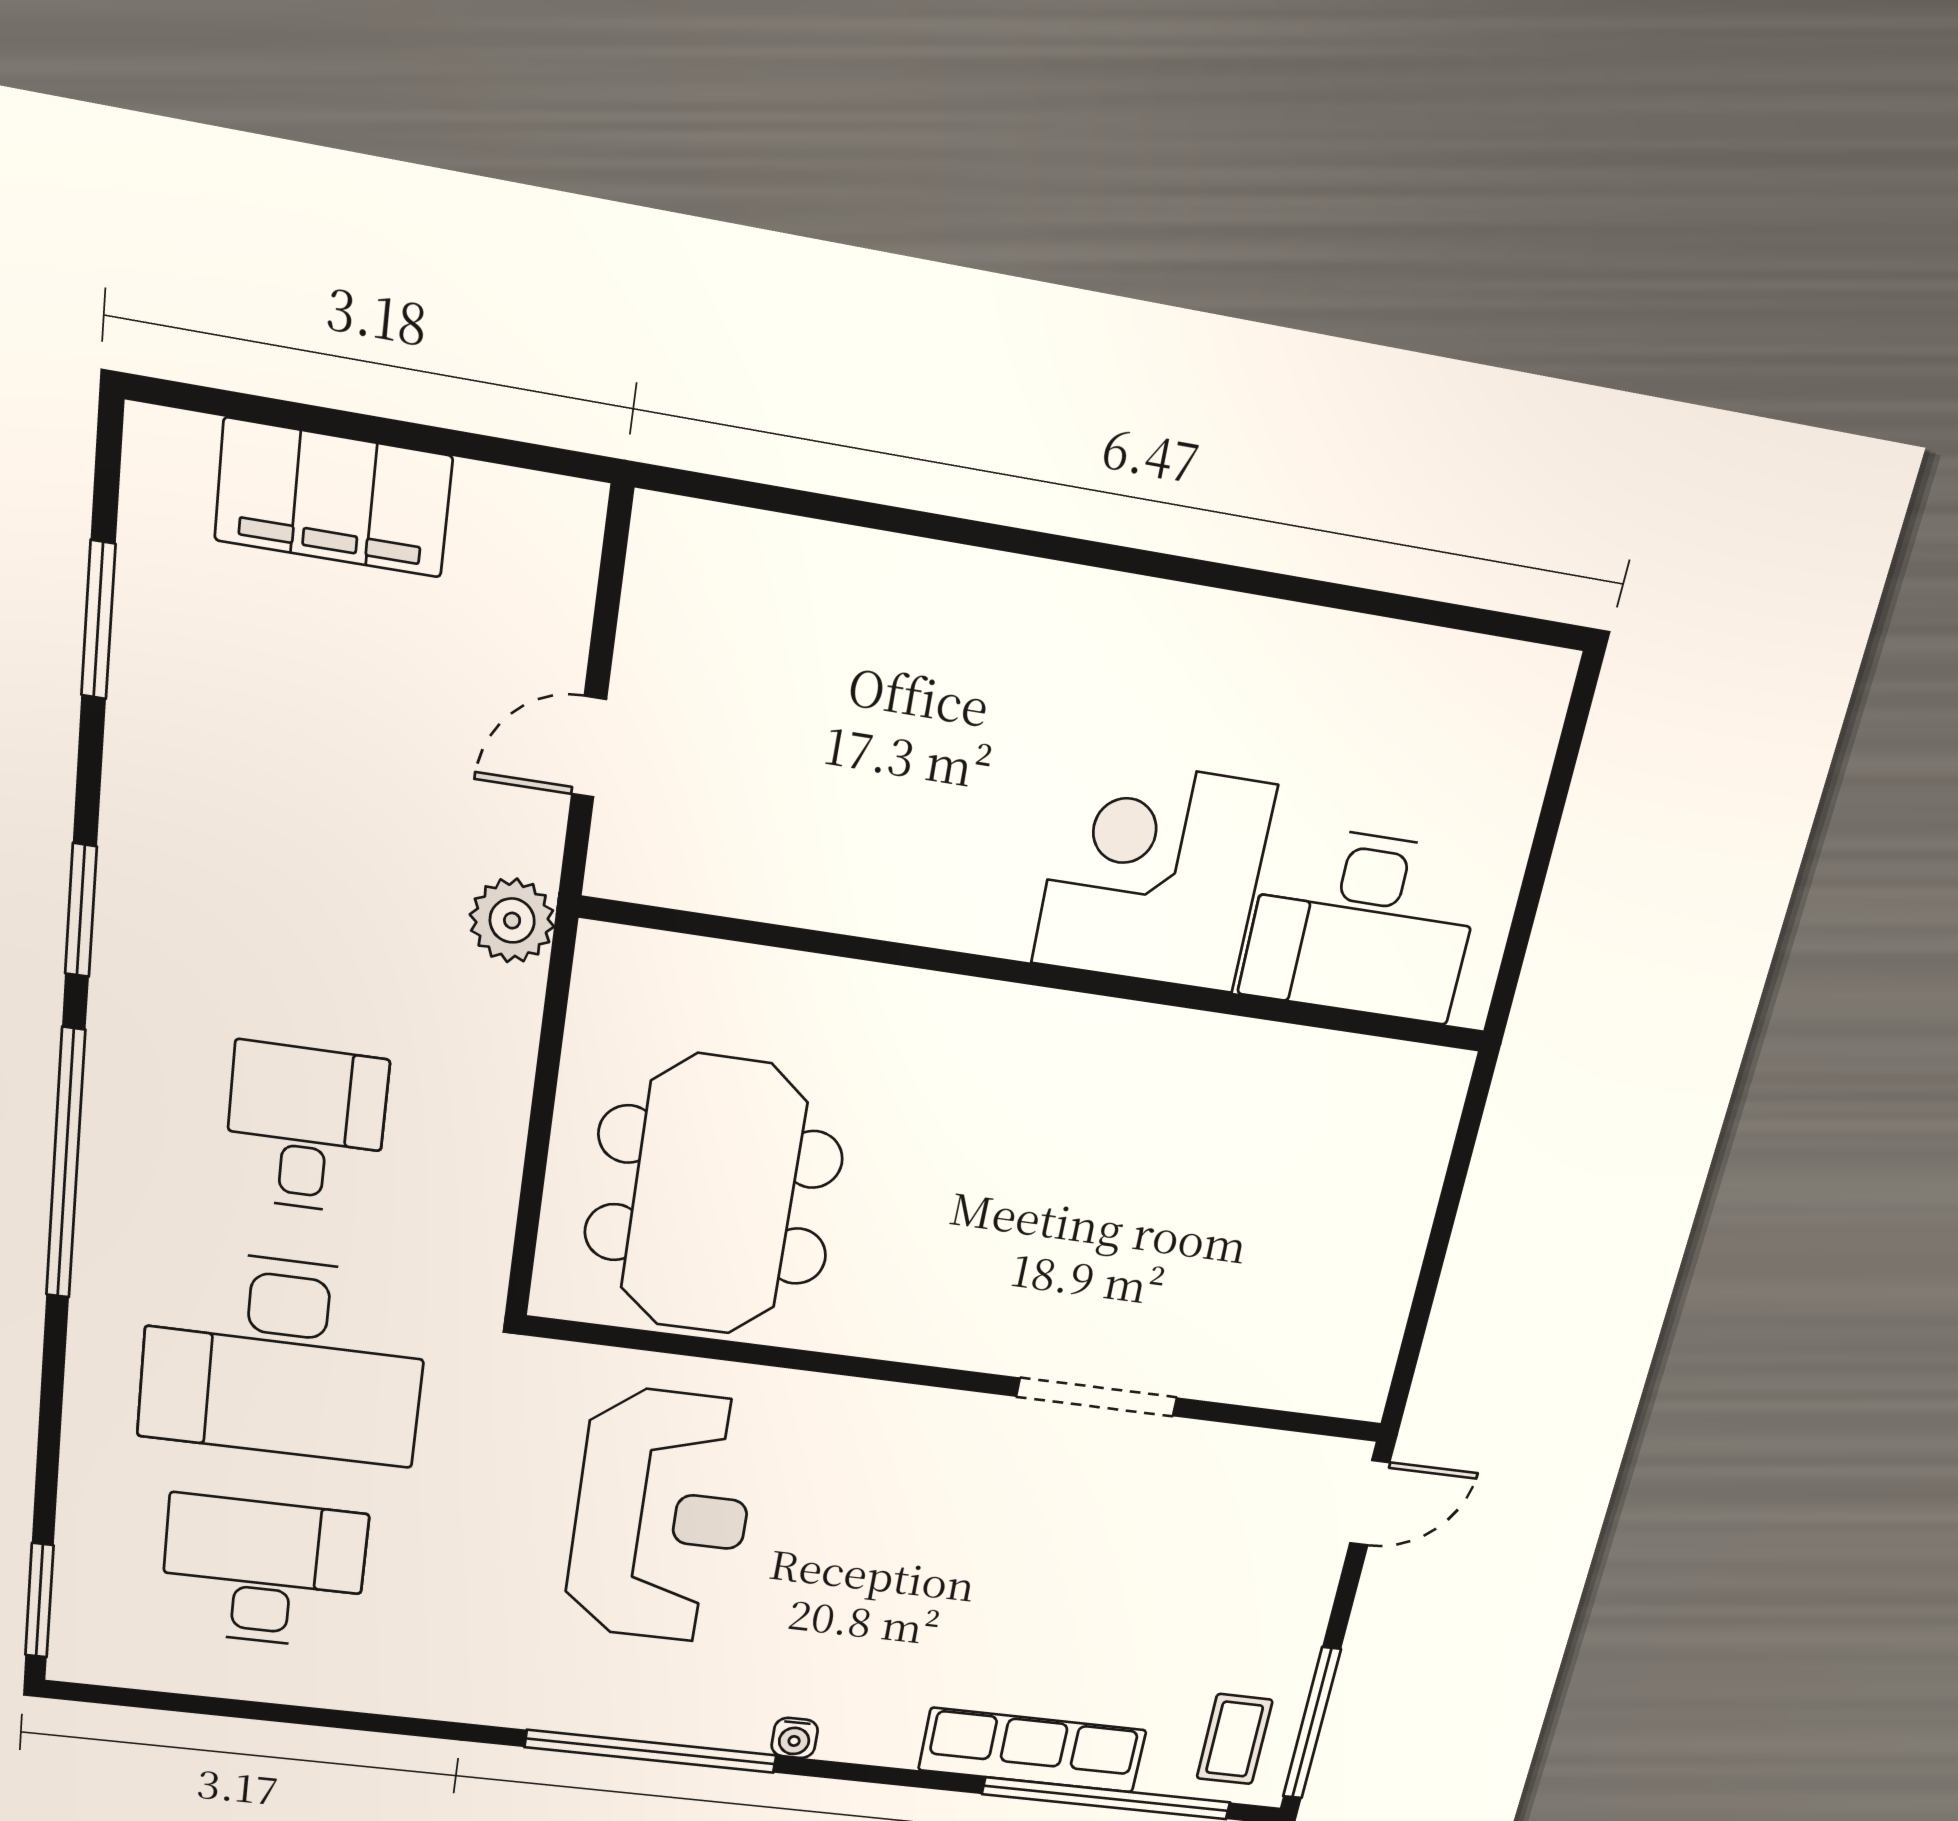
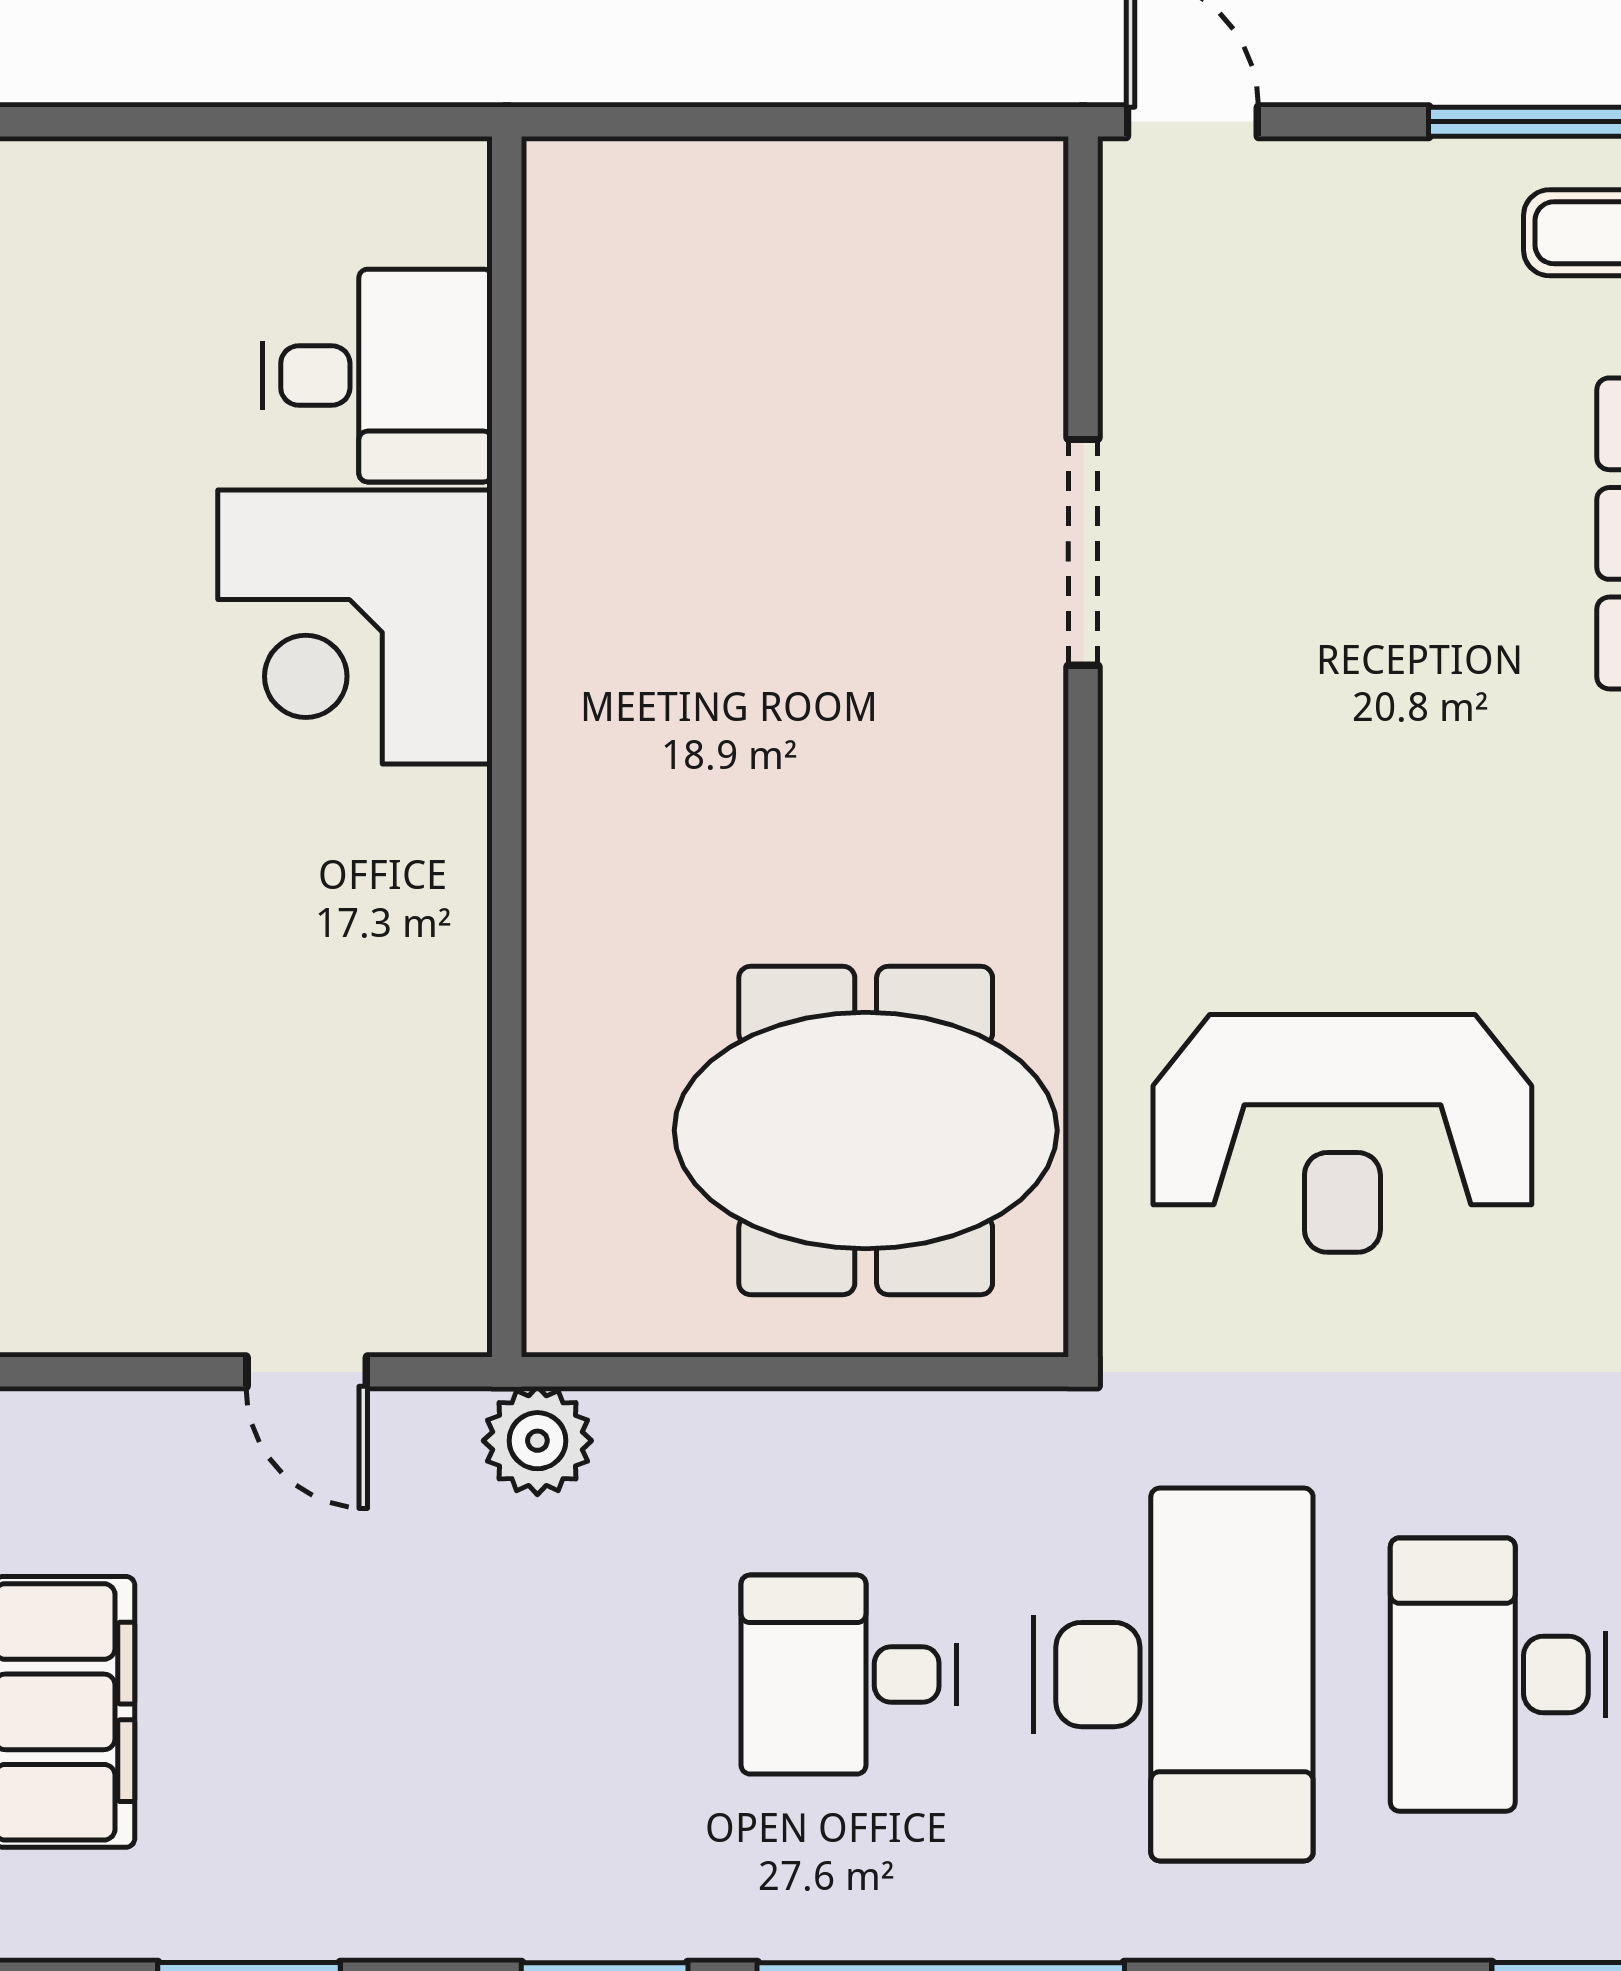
desk: (1363, 924) -> (377, 376), width x0.73
reception desk: (662, 1516) -> (1342, 1133), turned 180

